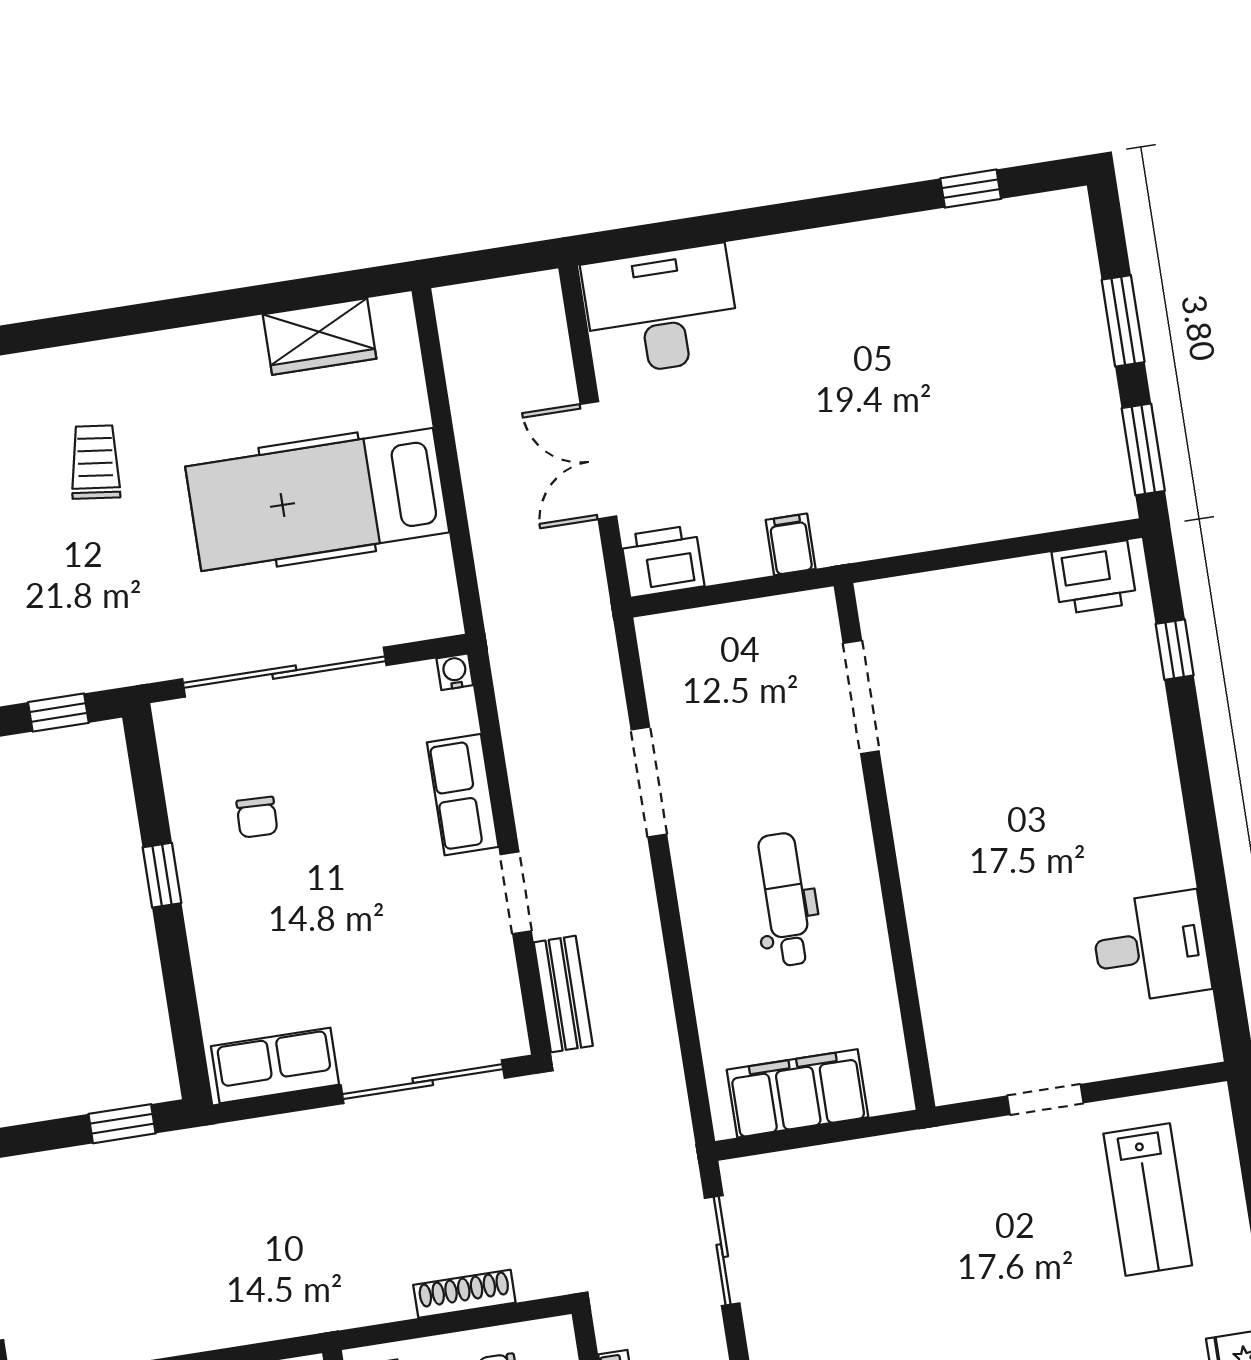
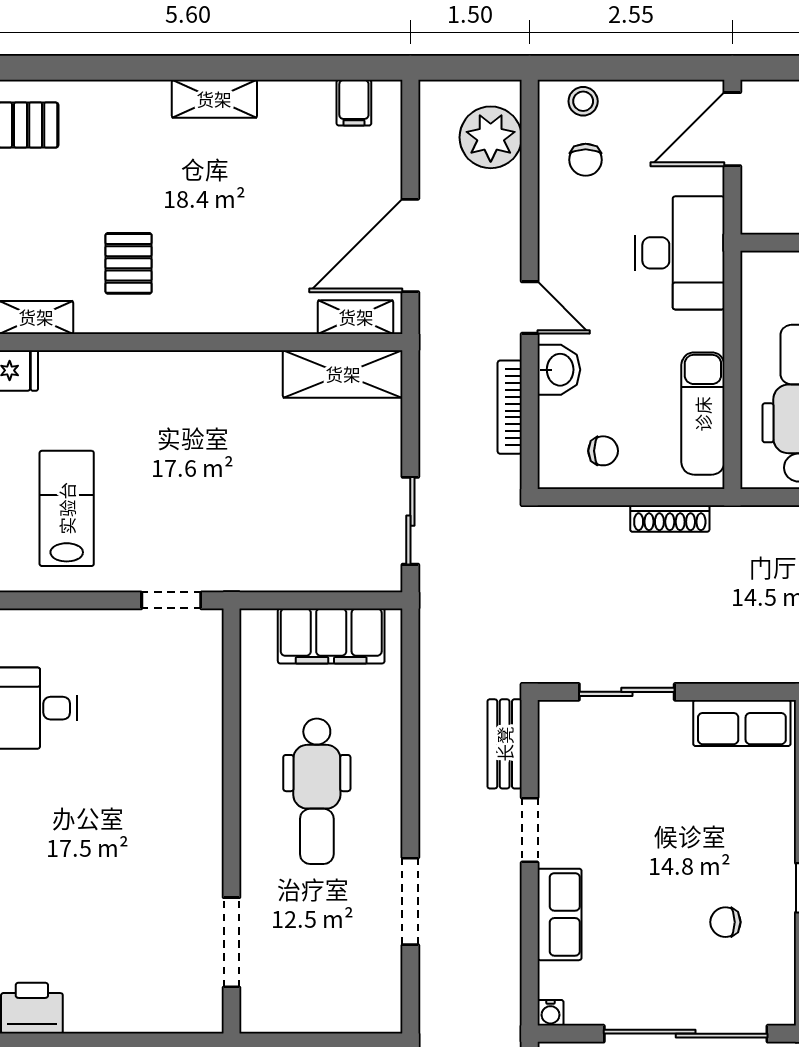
chair: (257, 817) -> (725, 922), turned -92
dental chair: (785, 899) -> (317, 791), width x1.36, depth x1.38
sliding door: (423, 1082) -> (627, 692), width x0.73
doorway: (1045, 1099) -> (171, 600), moved
shoe rack: (464, 1294) -> (670, 518), moved

